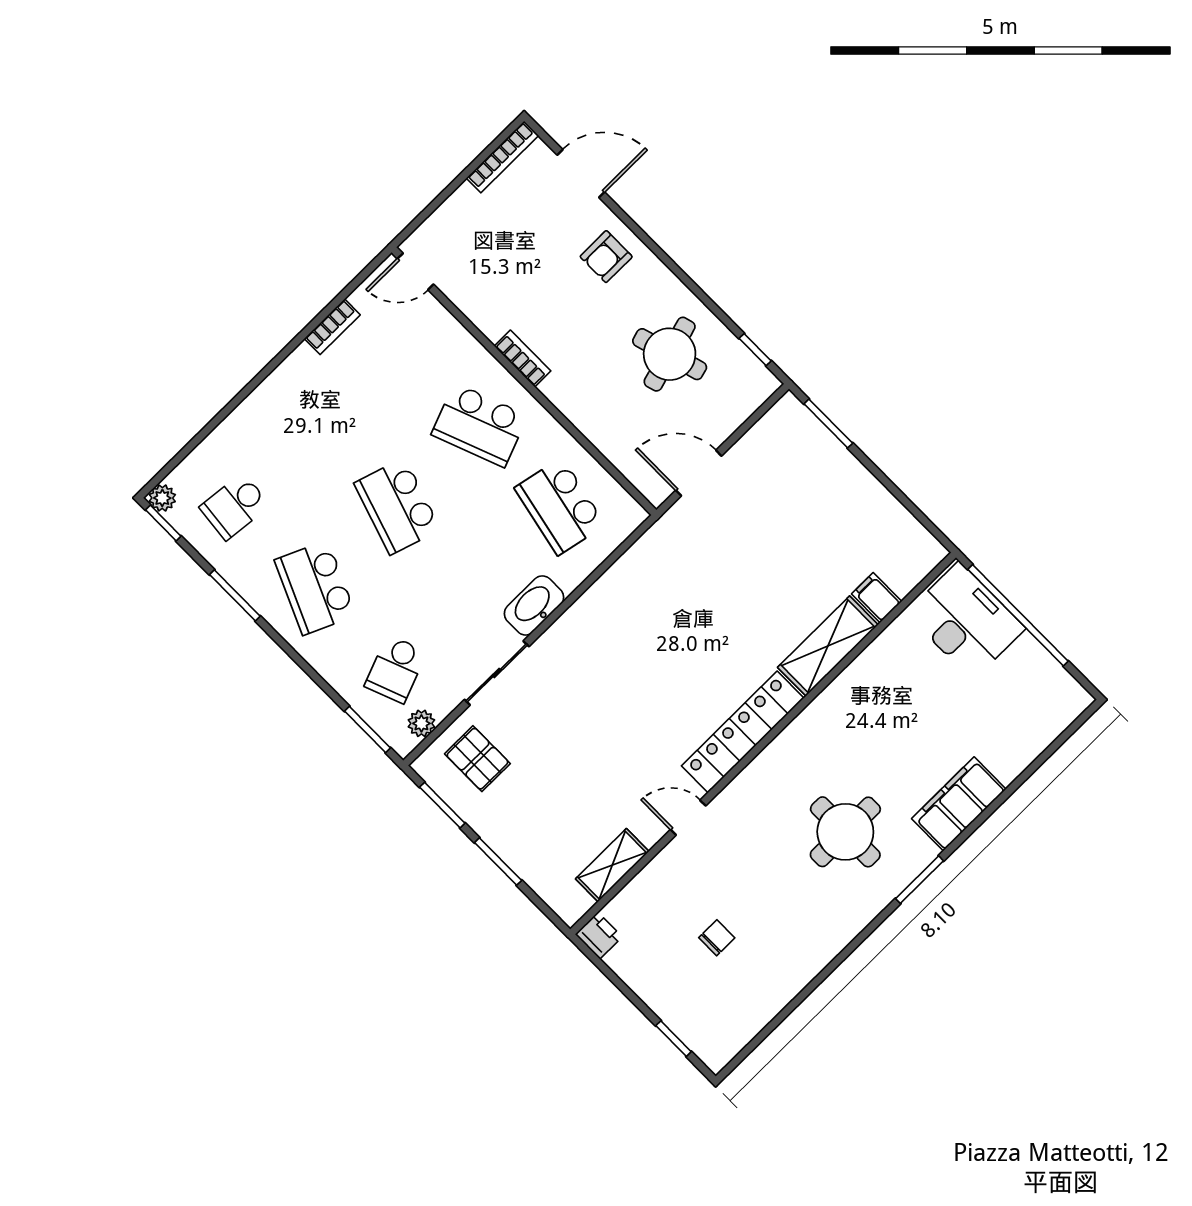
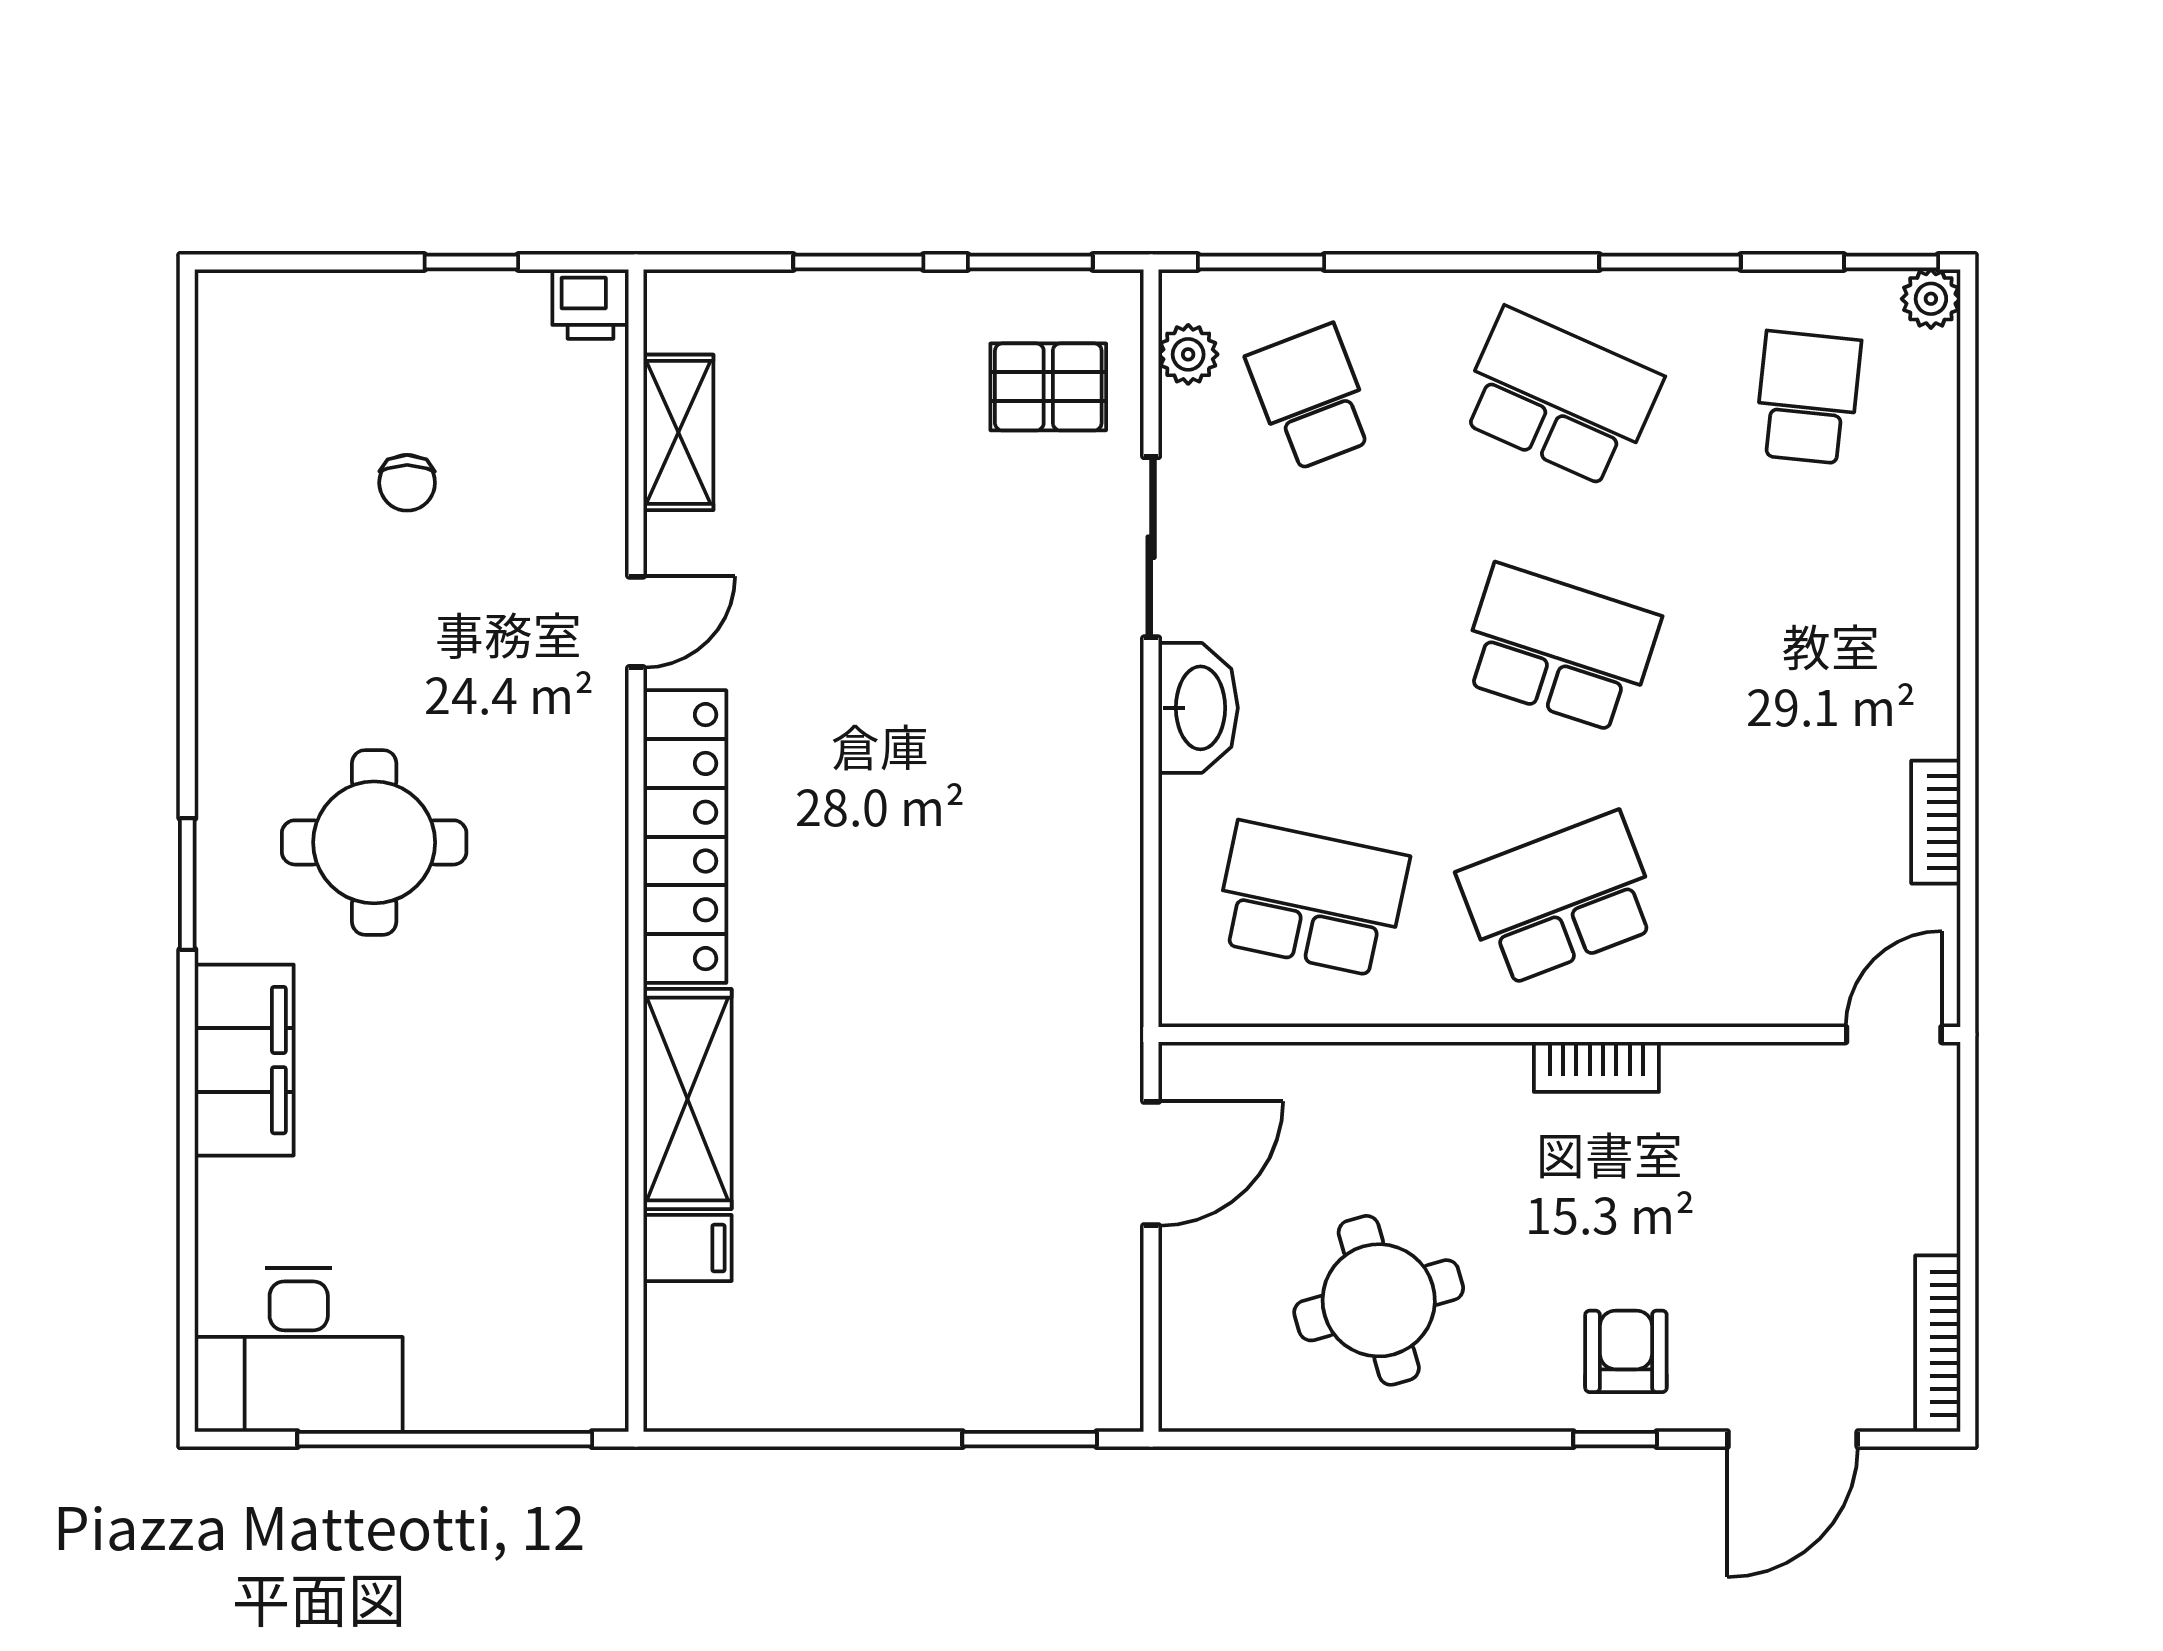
window: (755, 350) -> (1615, 1439), moved
desk: (966, 621) -> (299, 1350), moved
window: (674, 1039) -> (471, 262), moved

